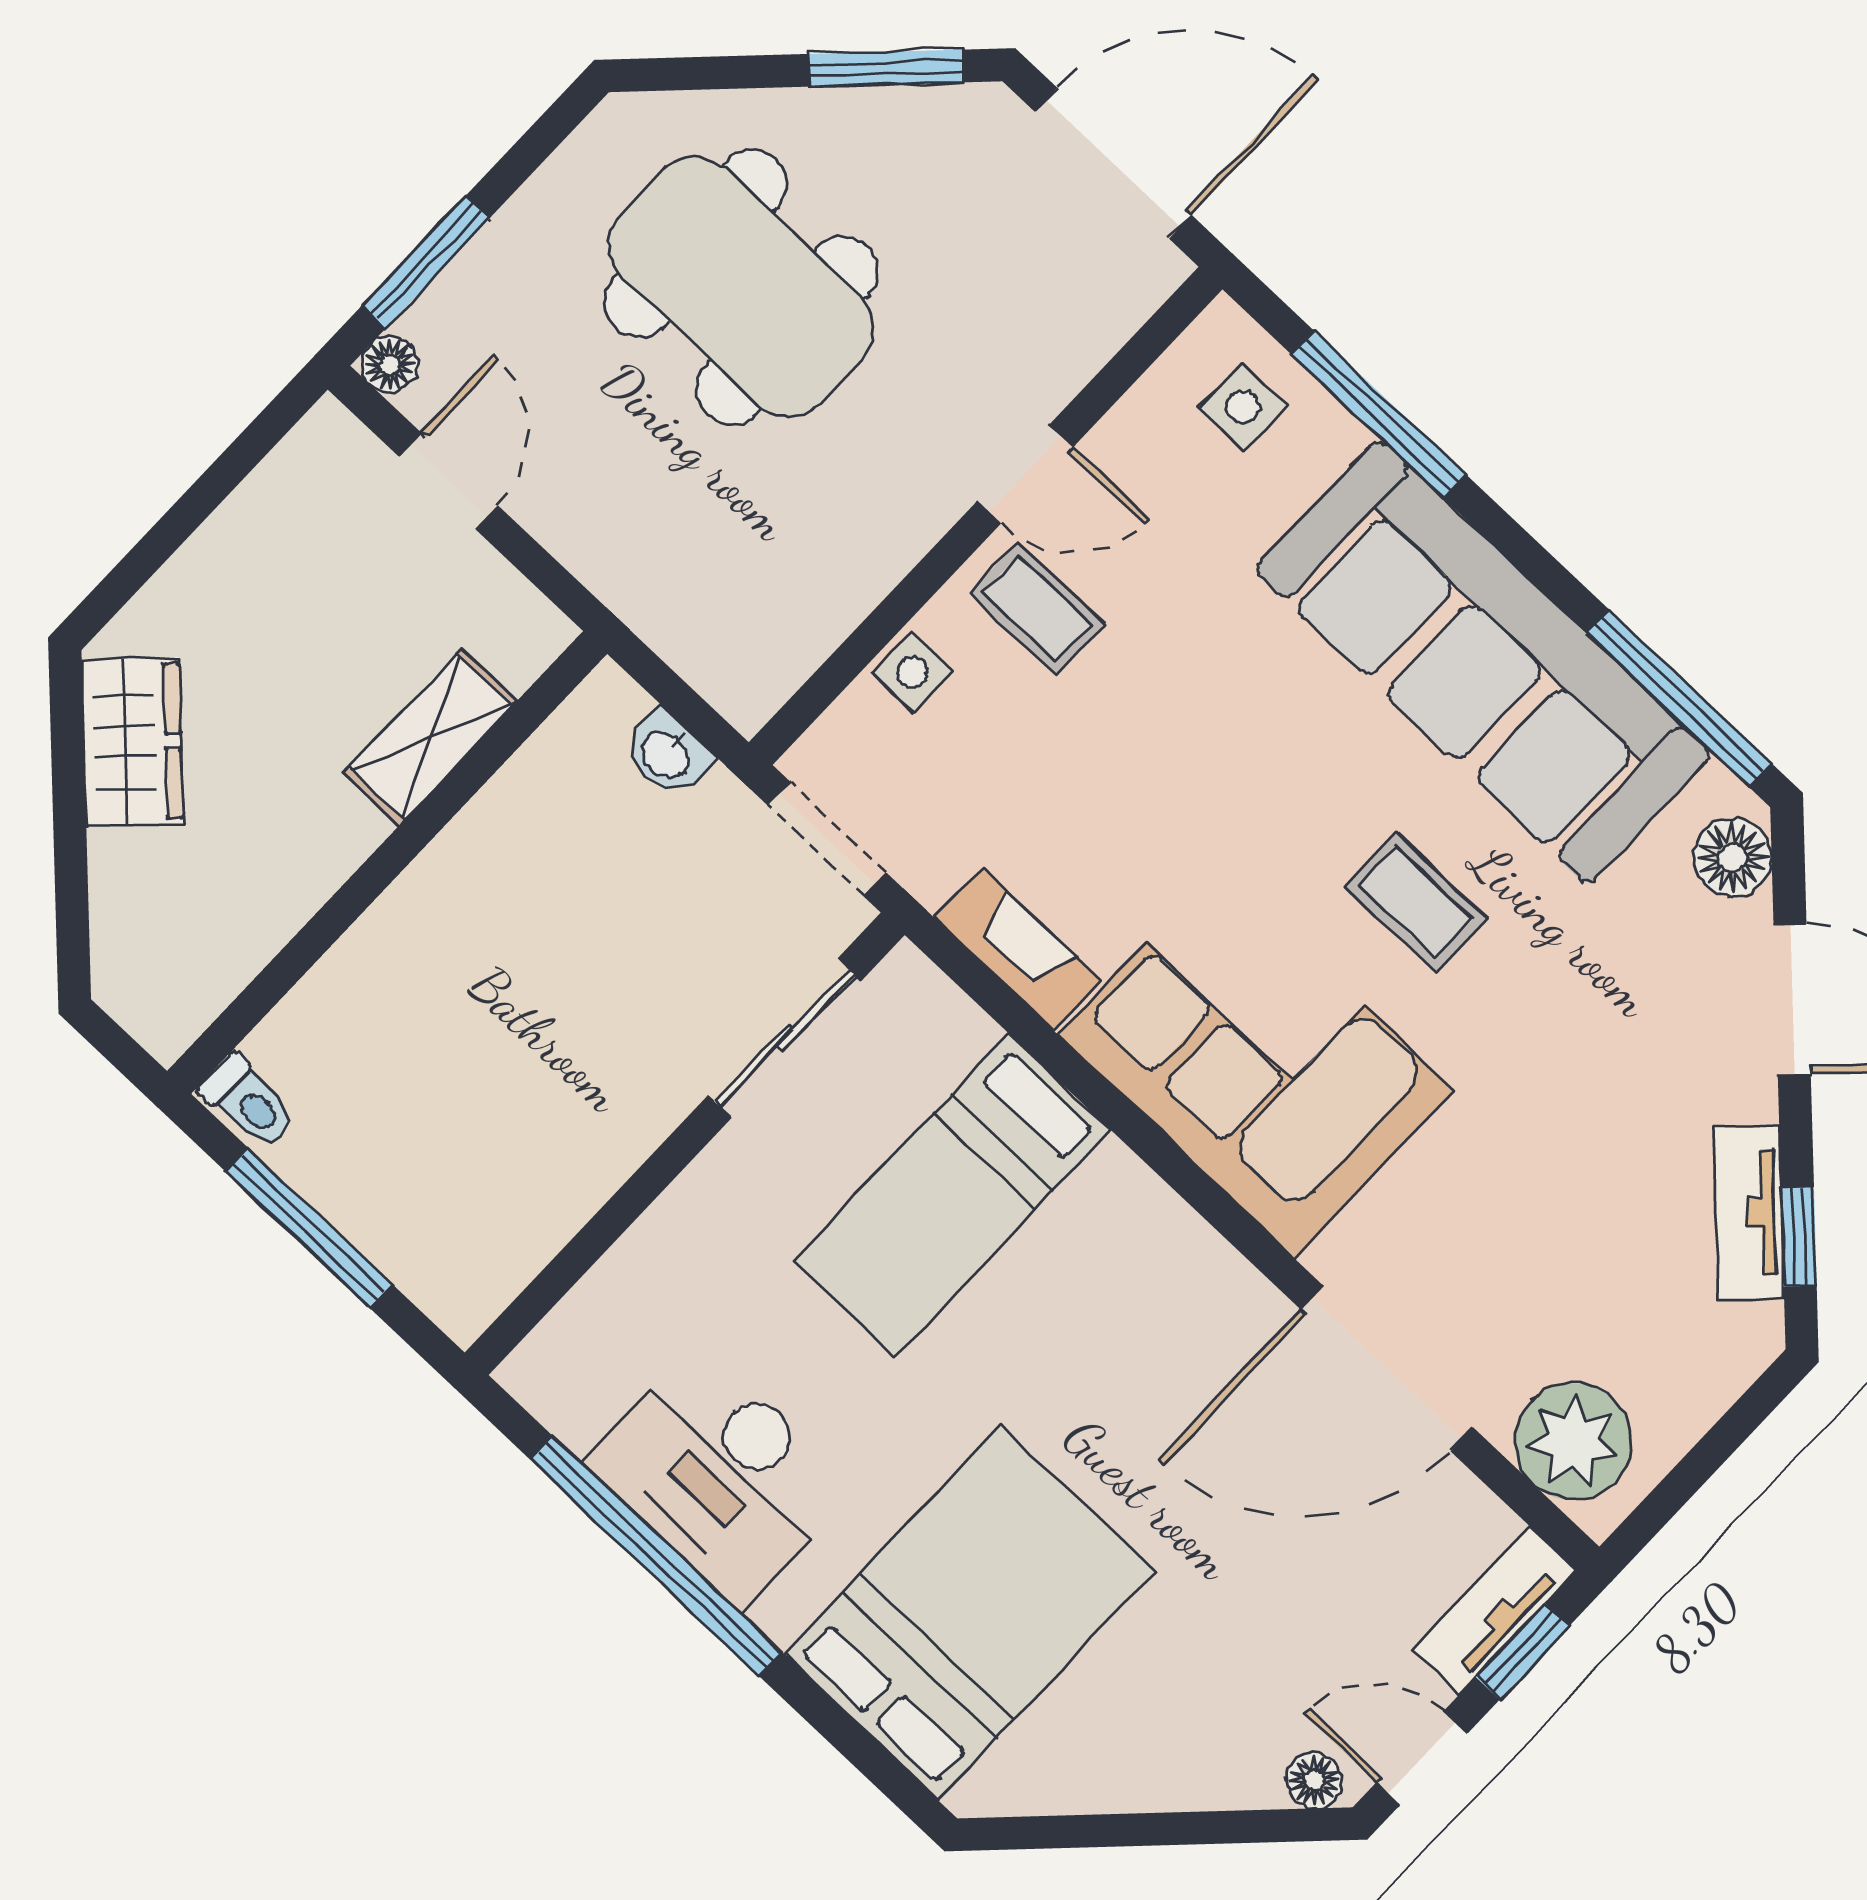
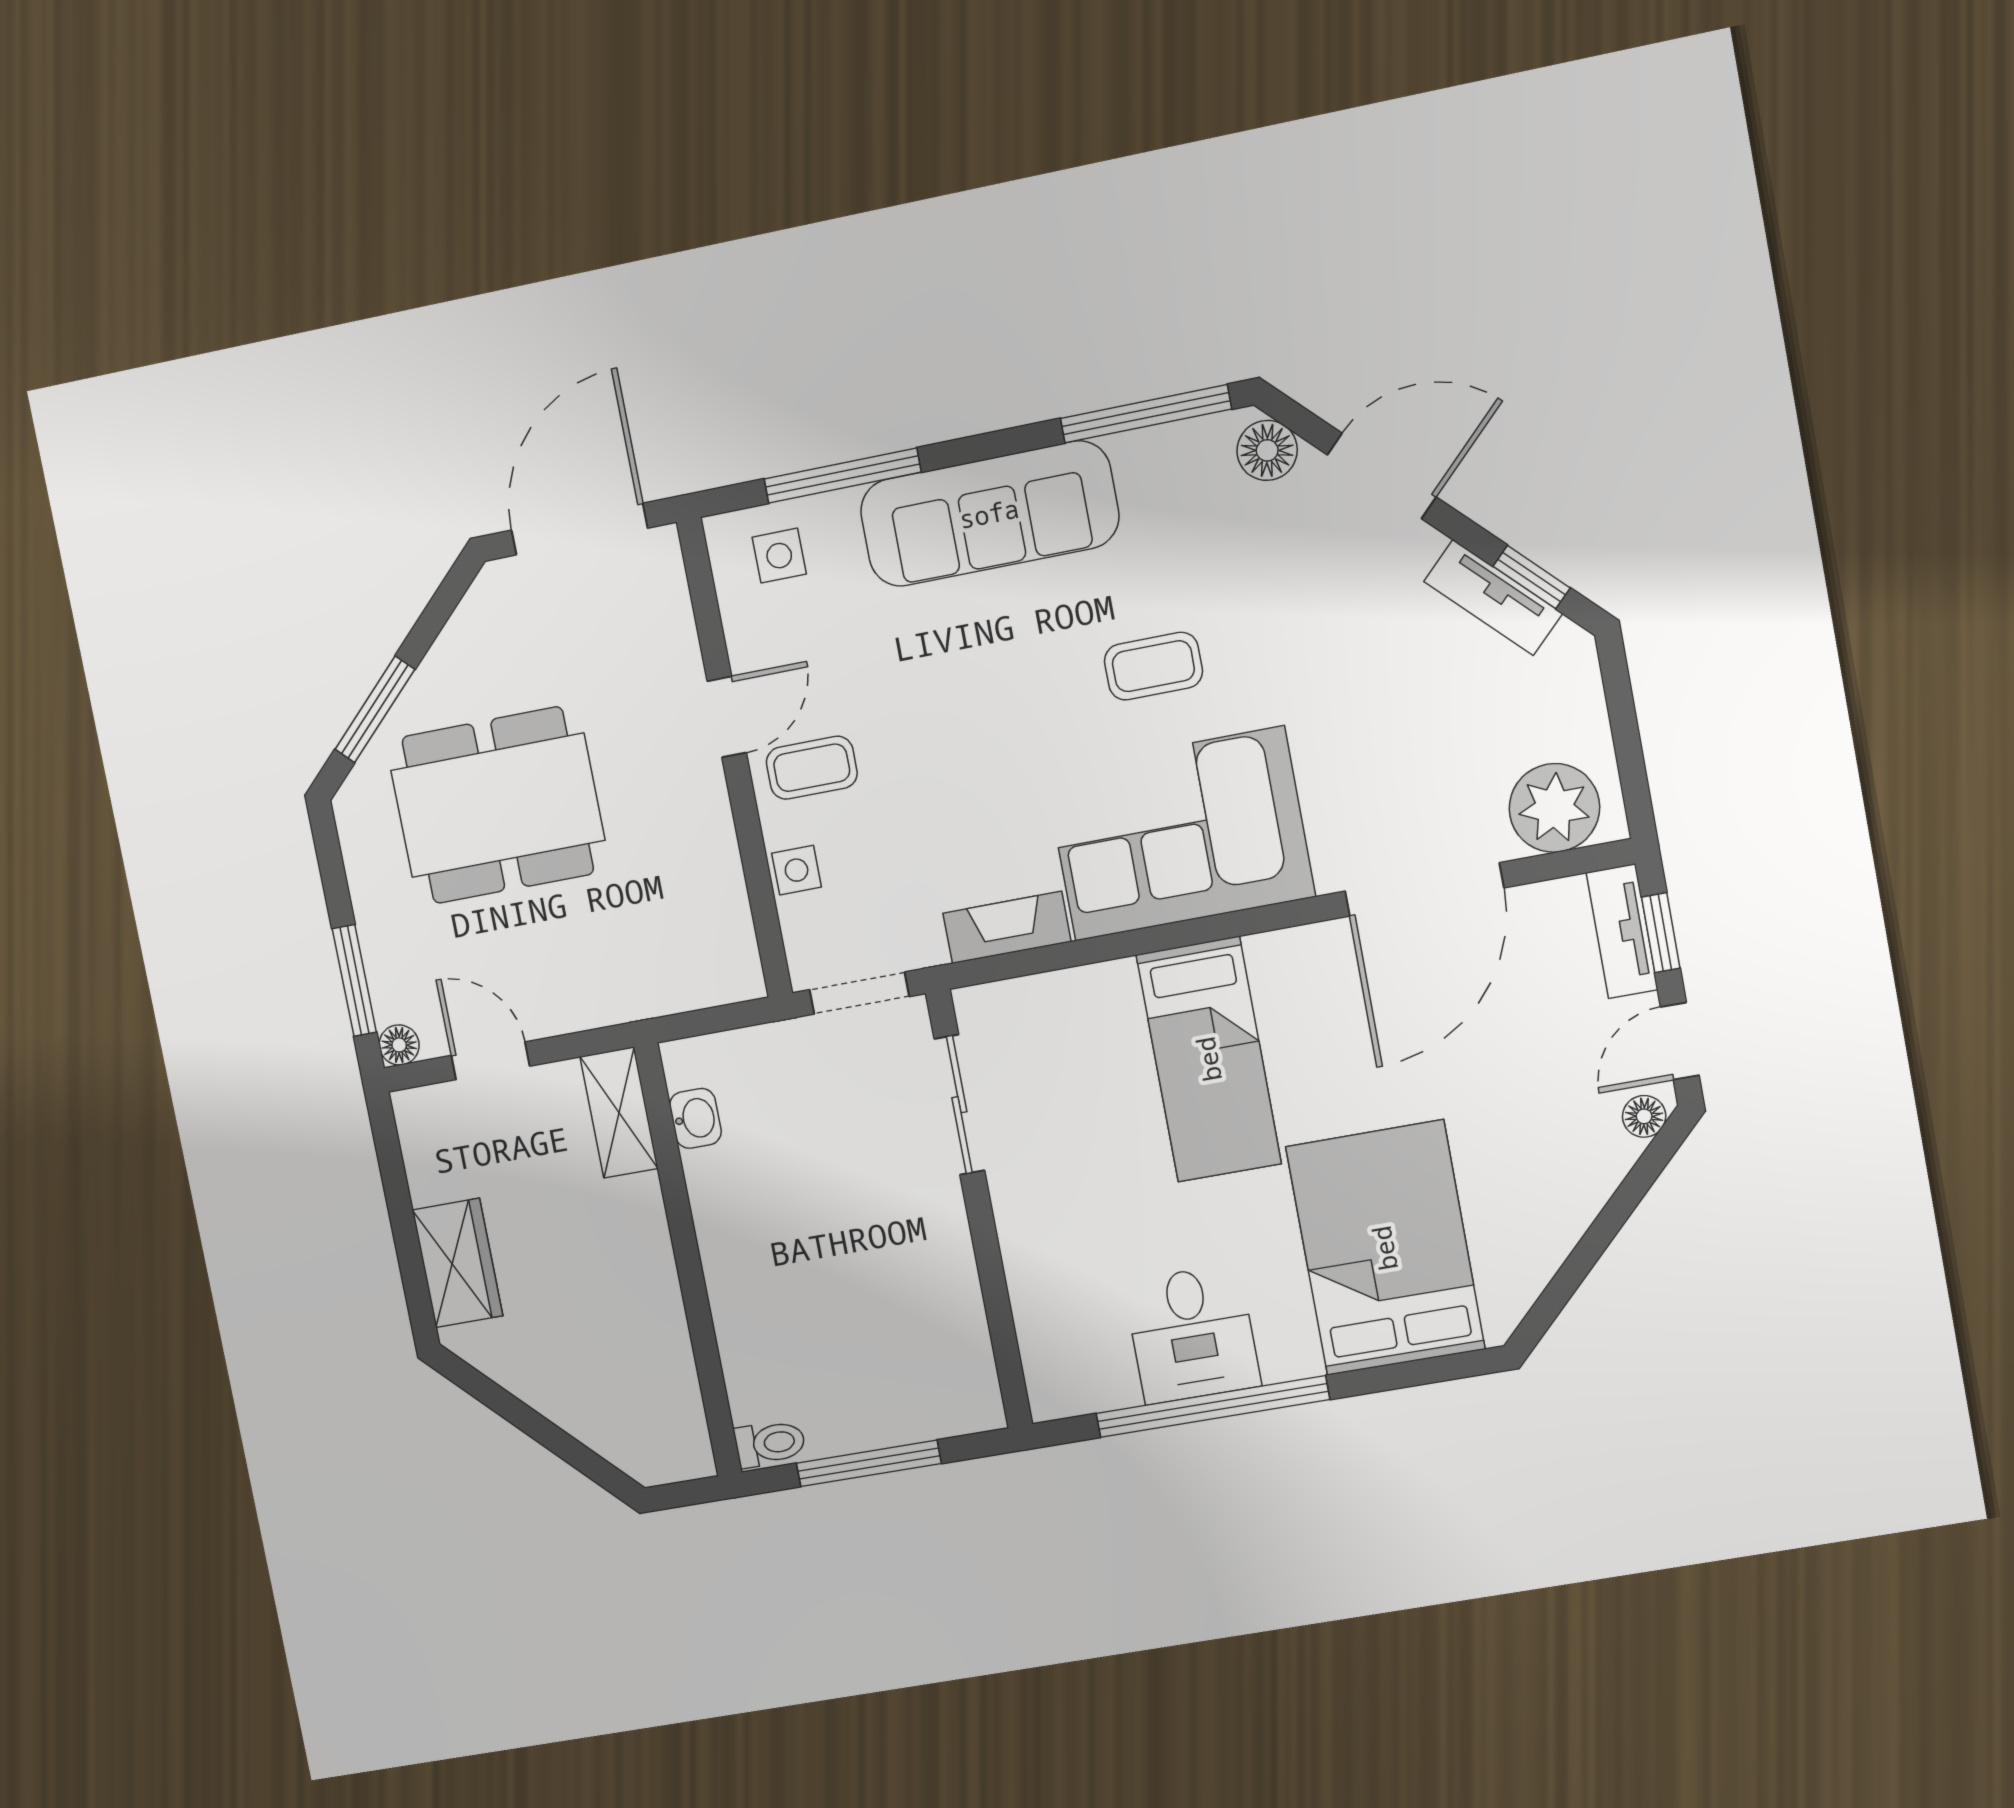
window: (886, 68) -> (375, 709), moved
sofa: (1483, 662) -> (989, 514), width x0.74, depth x0.79
shelving: (430, 737) -> (619, 1113), moved
wardrobe: (132, 742) -> (458, 1263), moved, turned 45
washbasin: (666, 754) -> (695, 1118), moved, turned -90
bed: (952, 1195) -> (1209, 1059), moved
desk: (720, 1475) -> (1192, 1334), width x0.73

